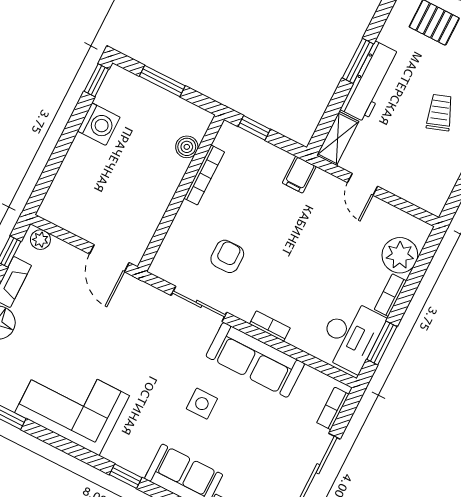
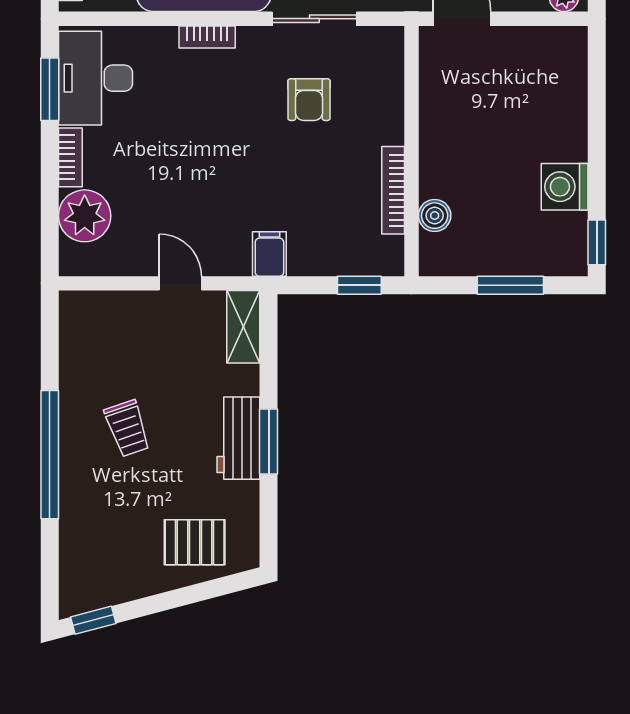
workbench: (370, 82) -> (238, 438), width x0.73

